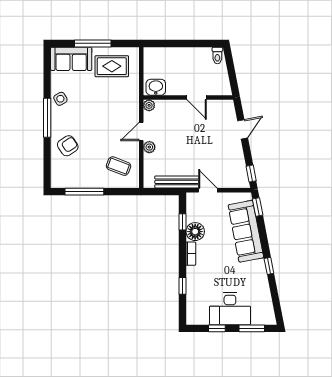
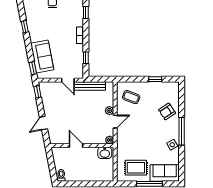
window: (84, 192) -> (155, 79), width x0.46
sofa: (246, 231) -> (42, 56), width x0.73
floor lamp: (195, 232) -> (77, 51), removed

